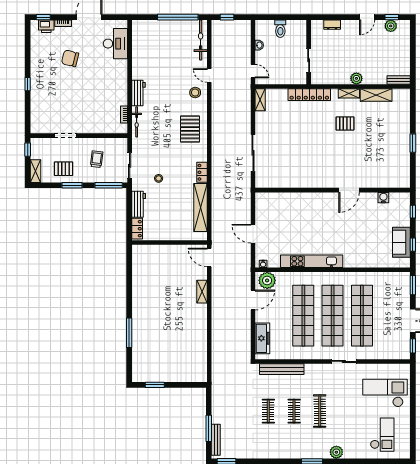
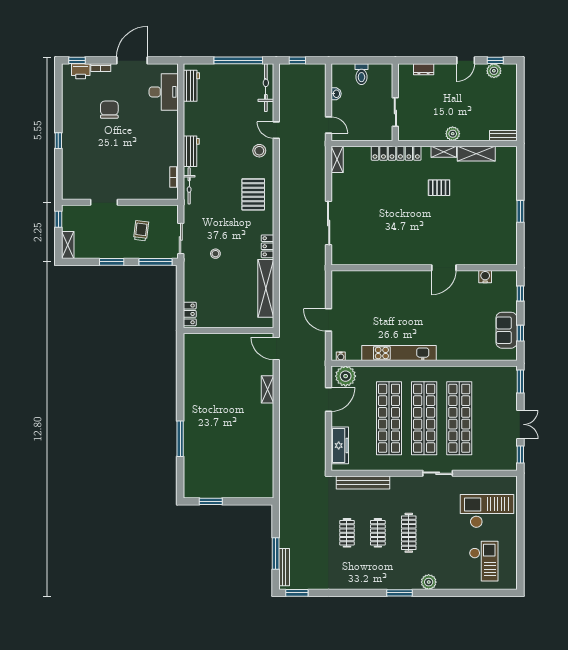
chair: (70, 58) -> (109, 110), turned 76
pallet: (64, 169) -> (101, 242), removed
workbench: (139, 204) -> (191, 86), moved

